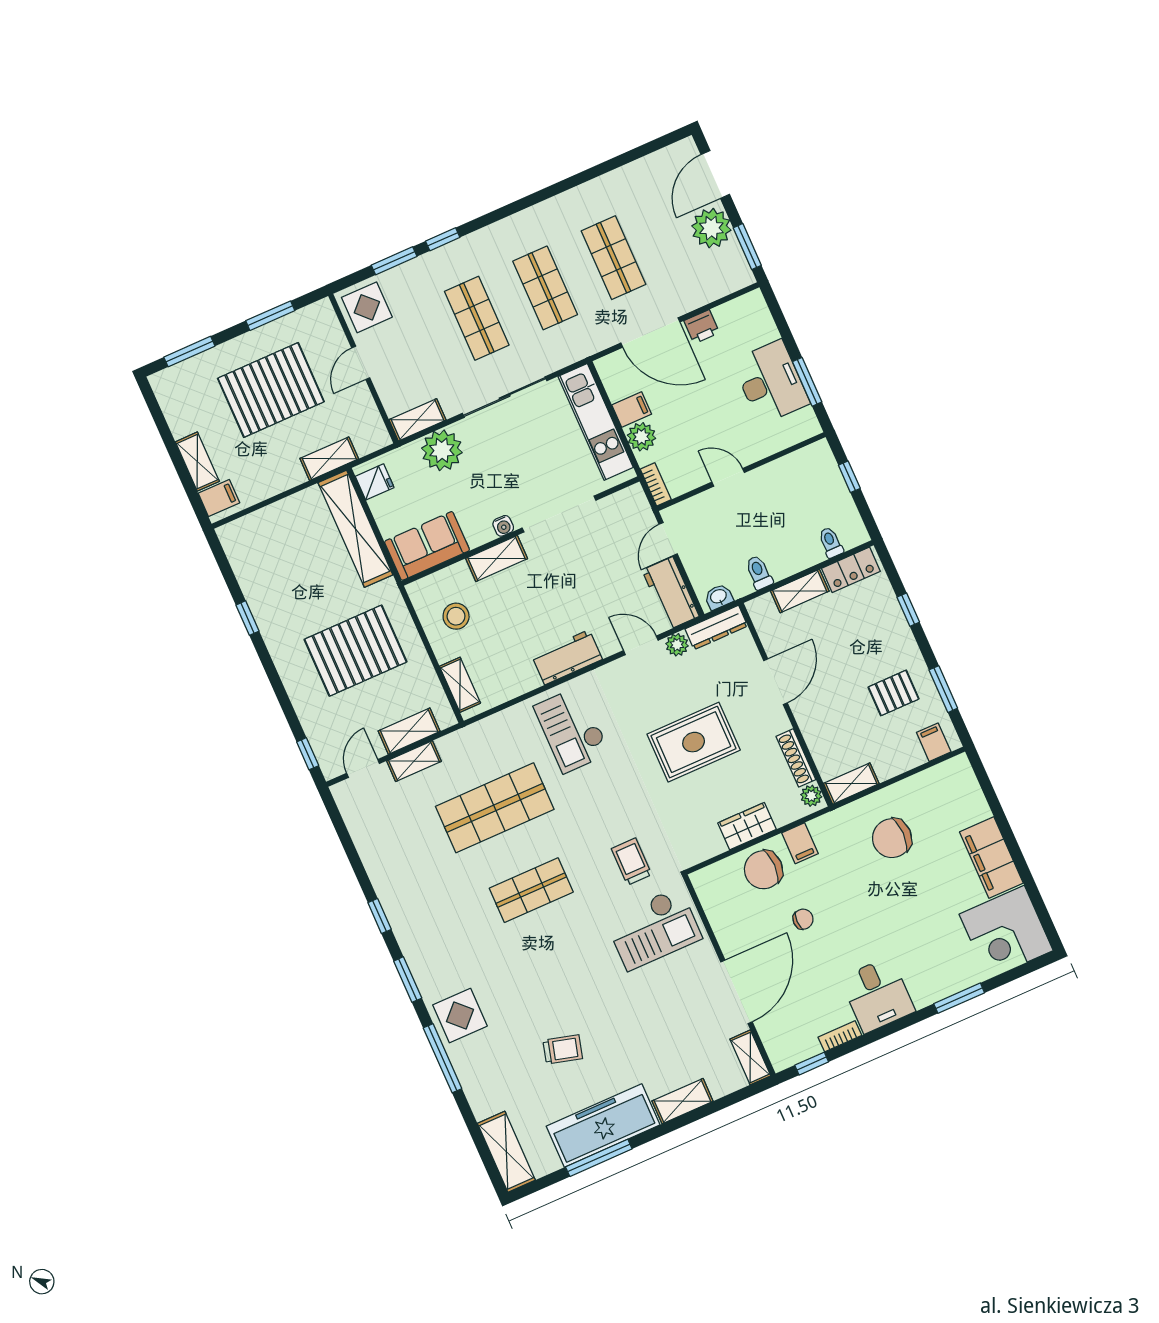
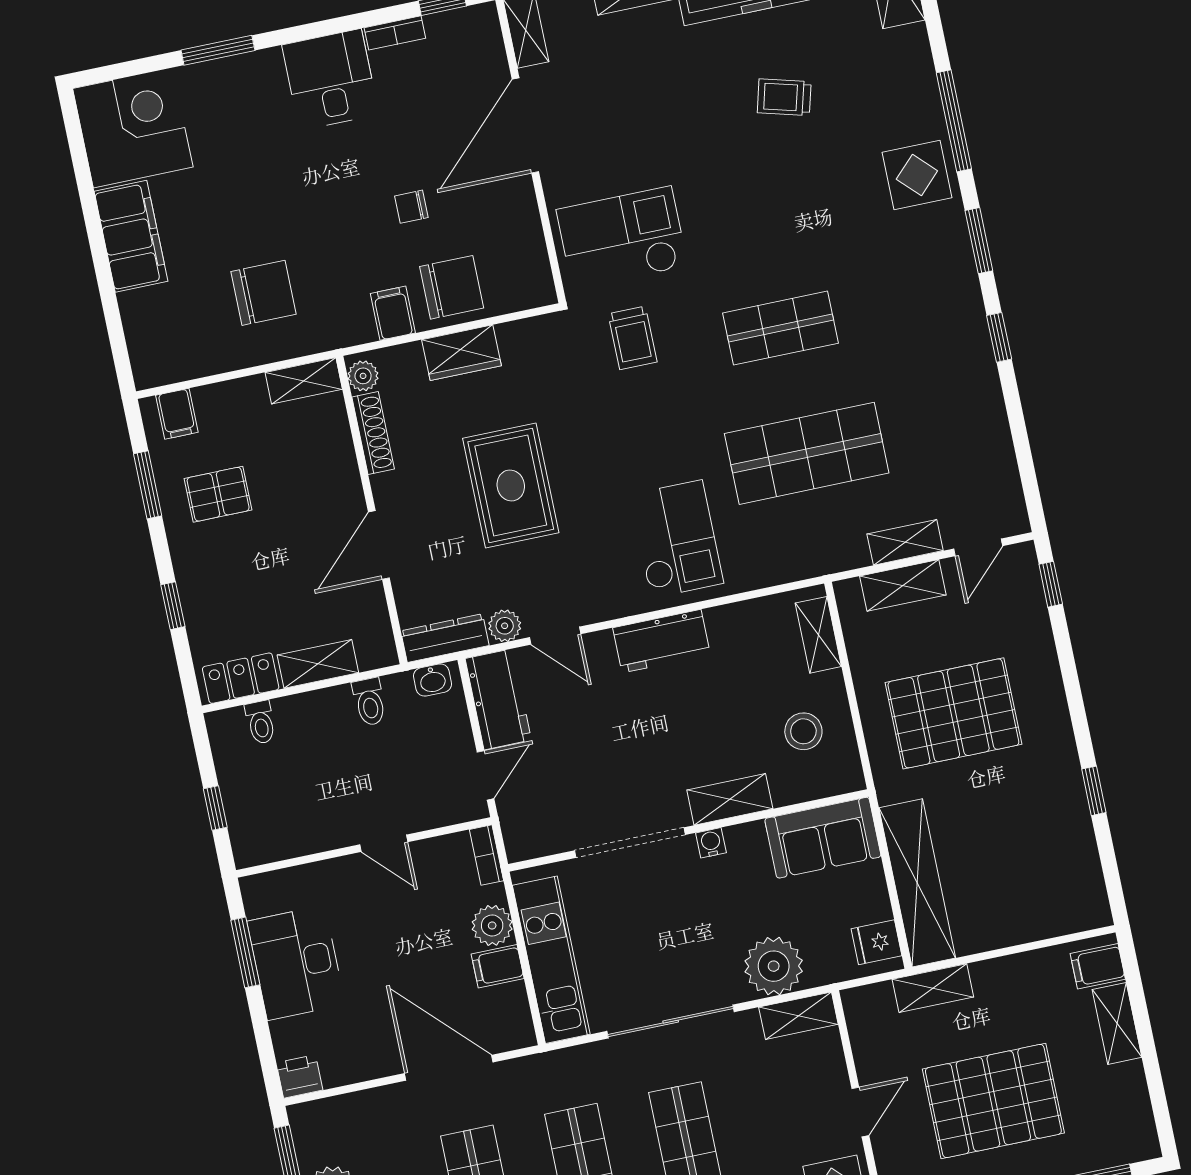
printer: (702, 327) -> (300, 1076), moved
rug: (694, 742) -> (511, 485), turned 90

